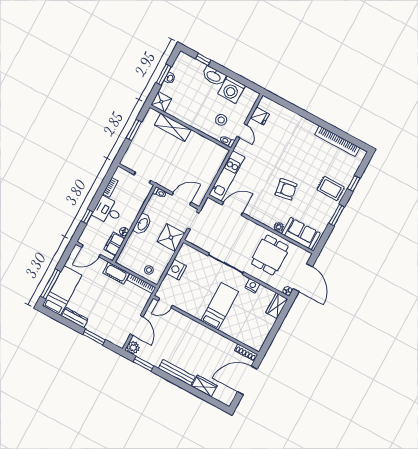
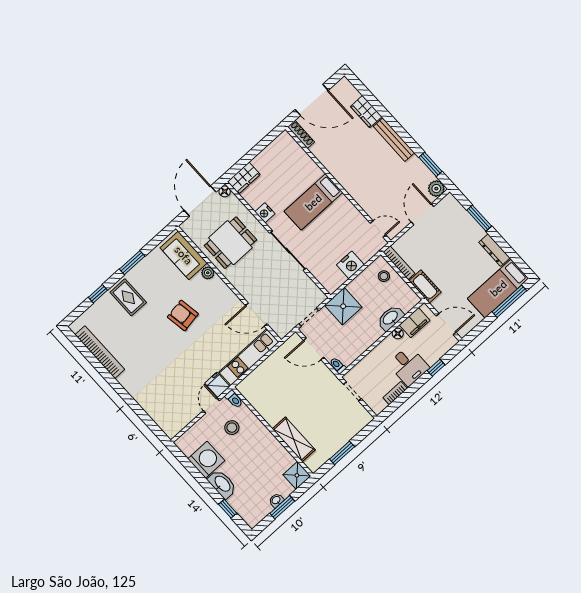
fridge: (260, 116) -> (217, 385), moved
washbasin: (142, 224) -> (391, 318), moved

